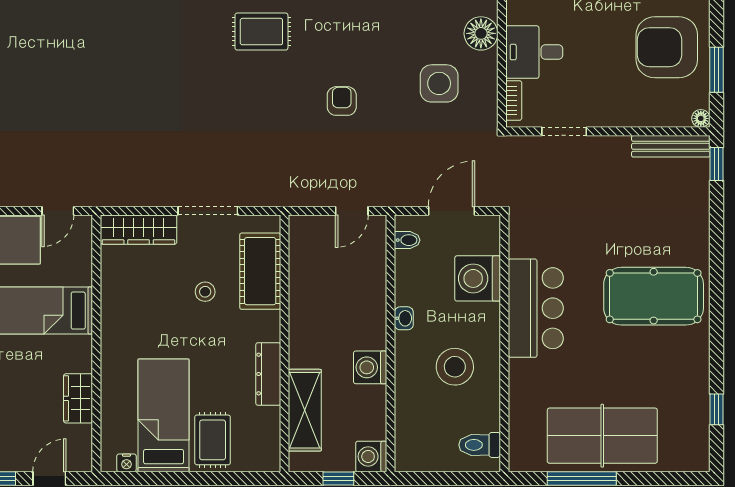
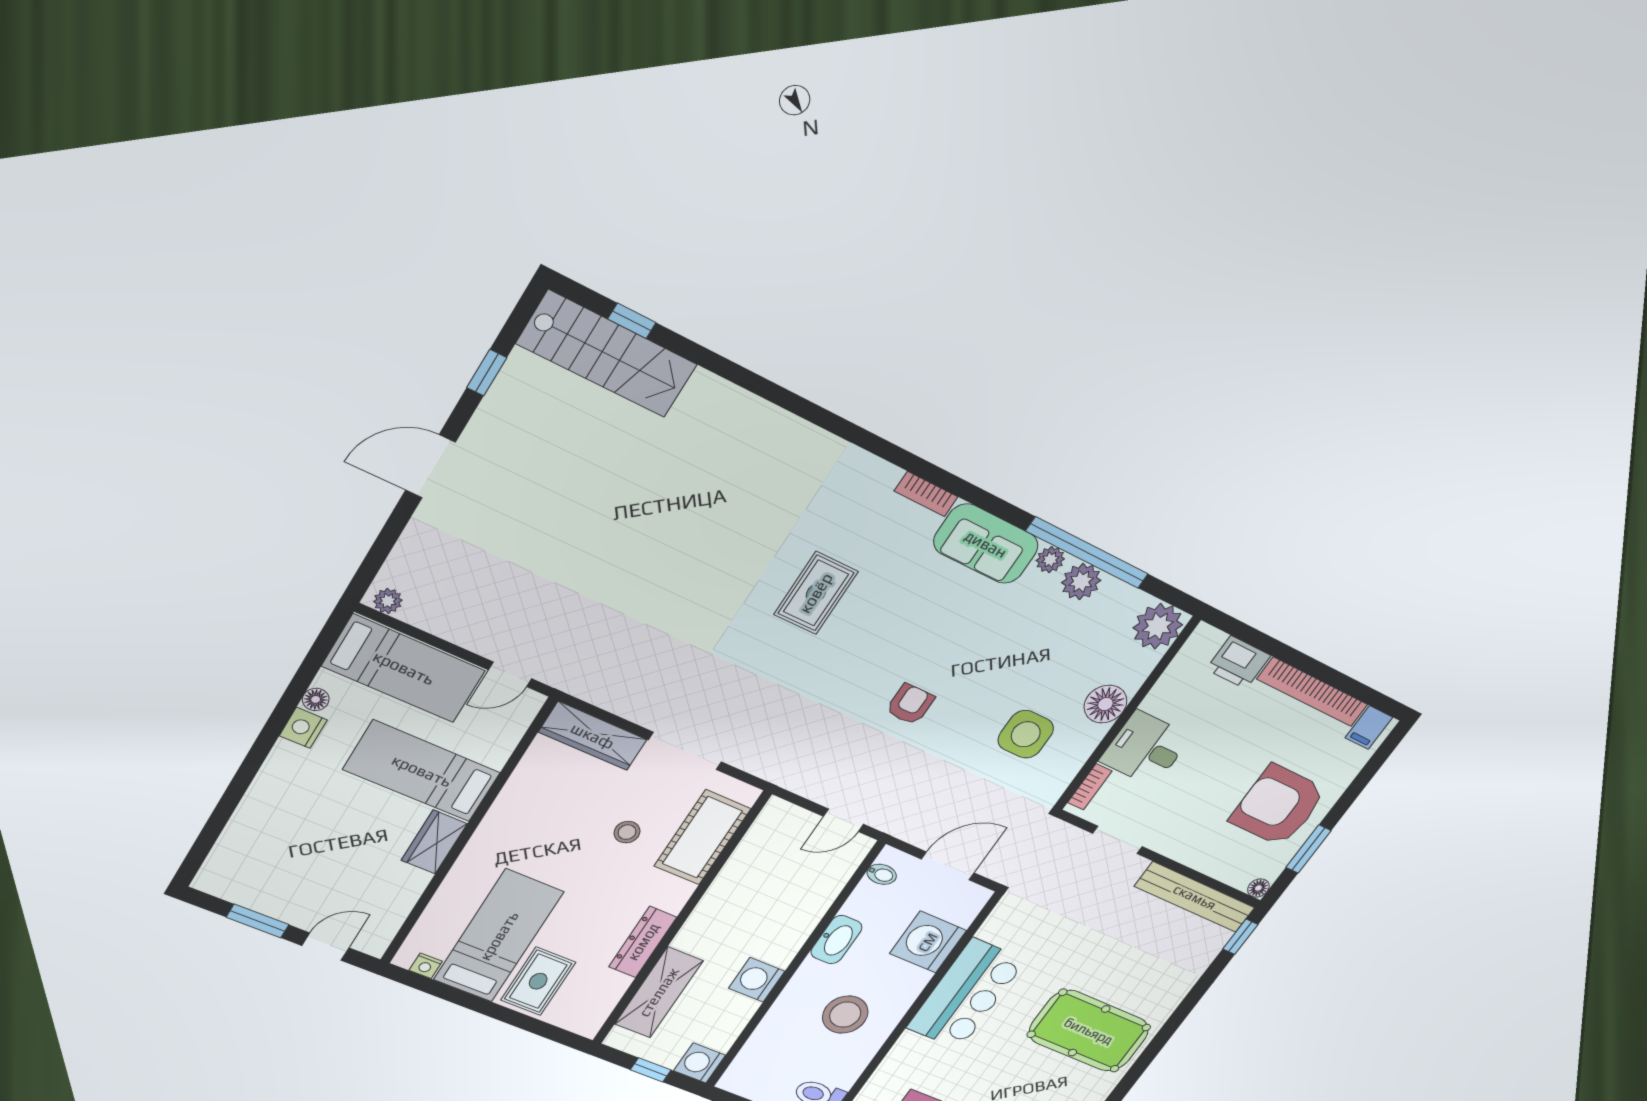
rug: (261, 32) -> (816, 593), moved, turned 90
bench: (671, 146) -> (1195, 897), width x1.37, depth x1.21
washbasin: (404, 318) -> (836, 940), width x1.91, depth x1.45
wardrobe: (78, 398) -> (434, 842), moved

